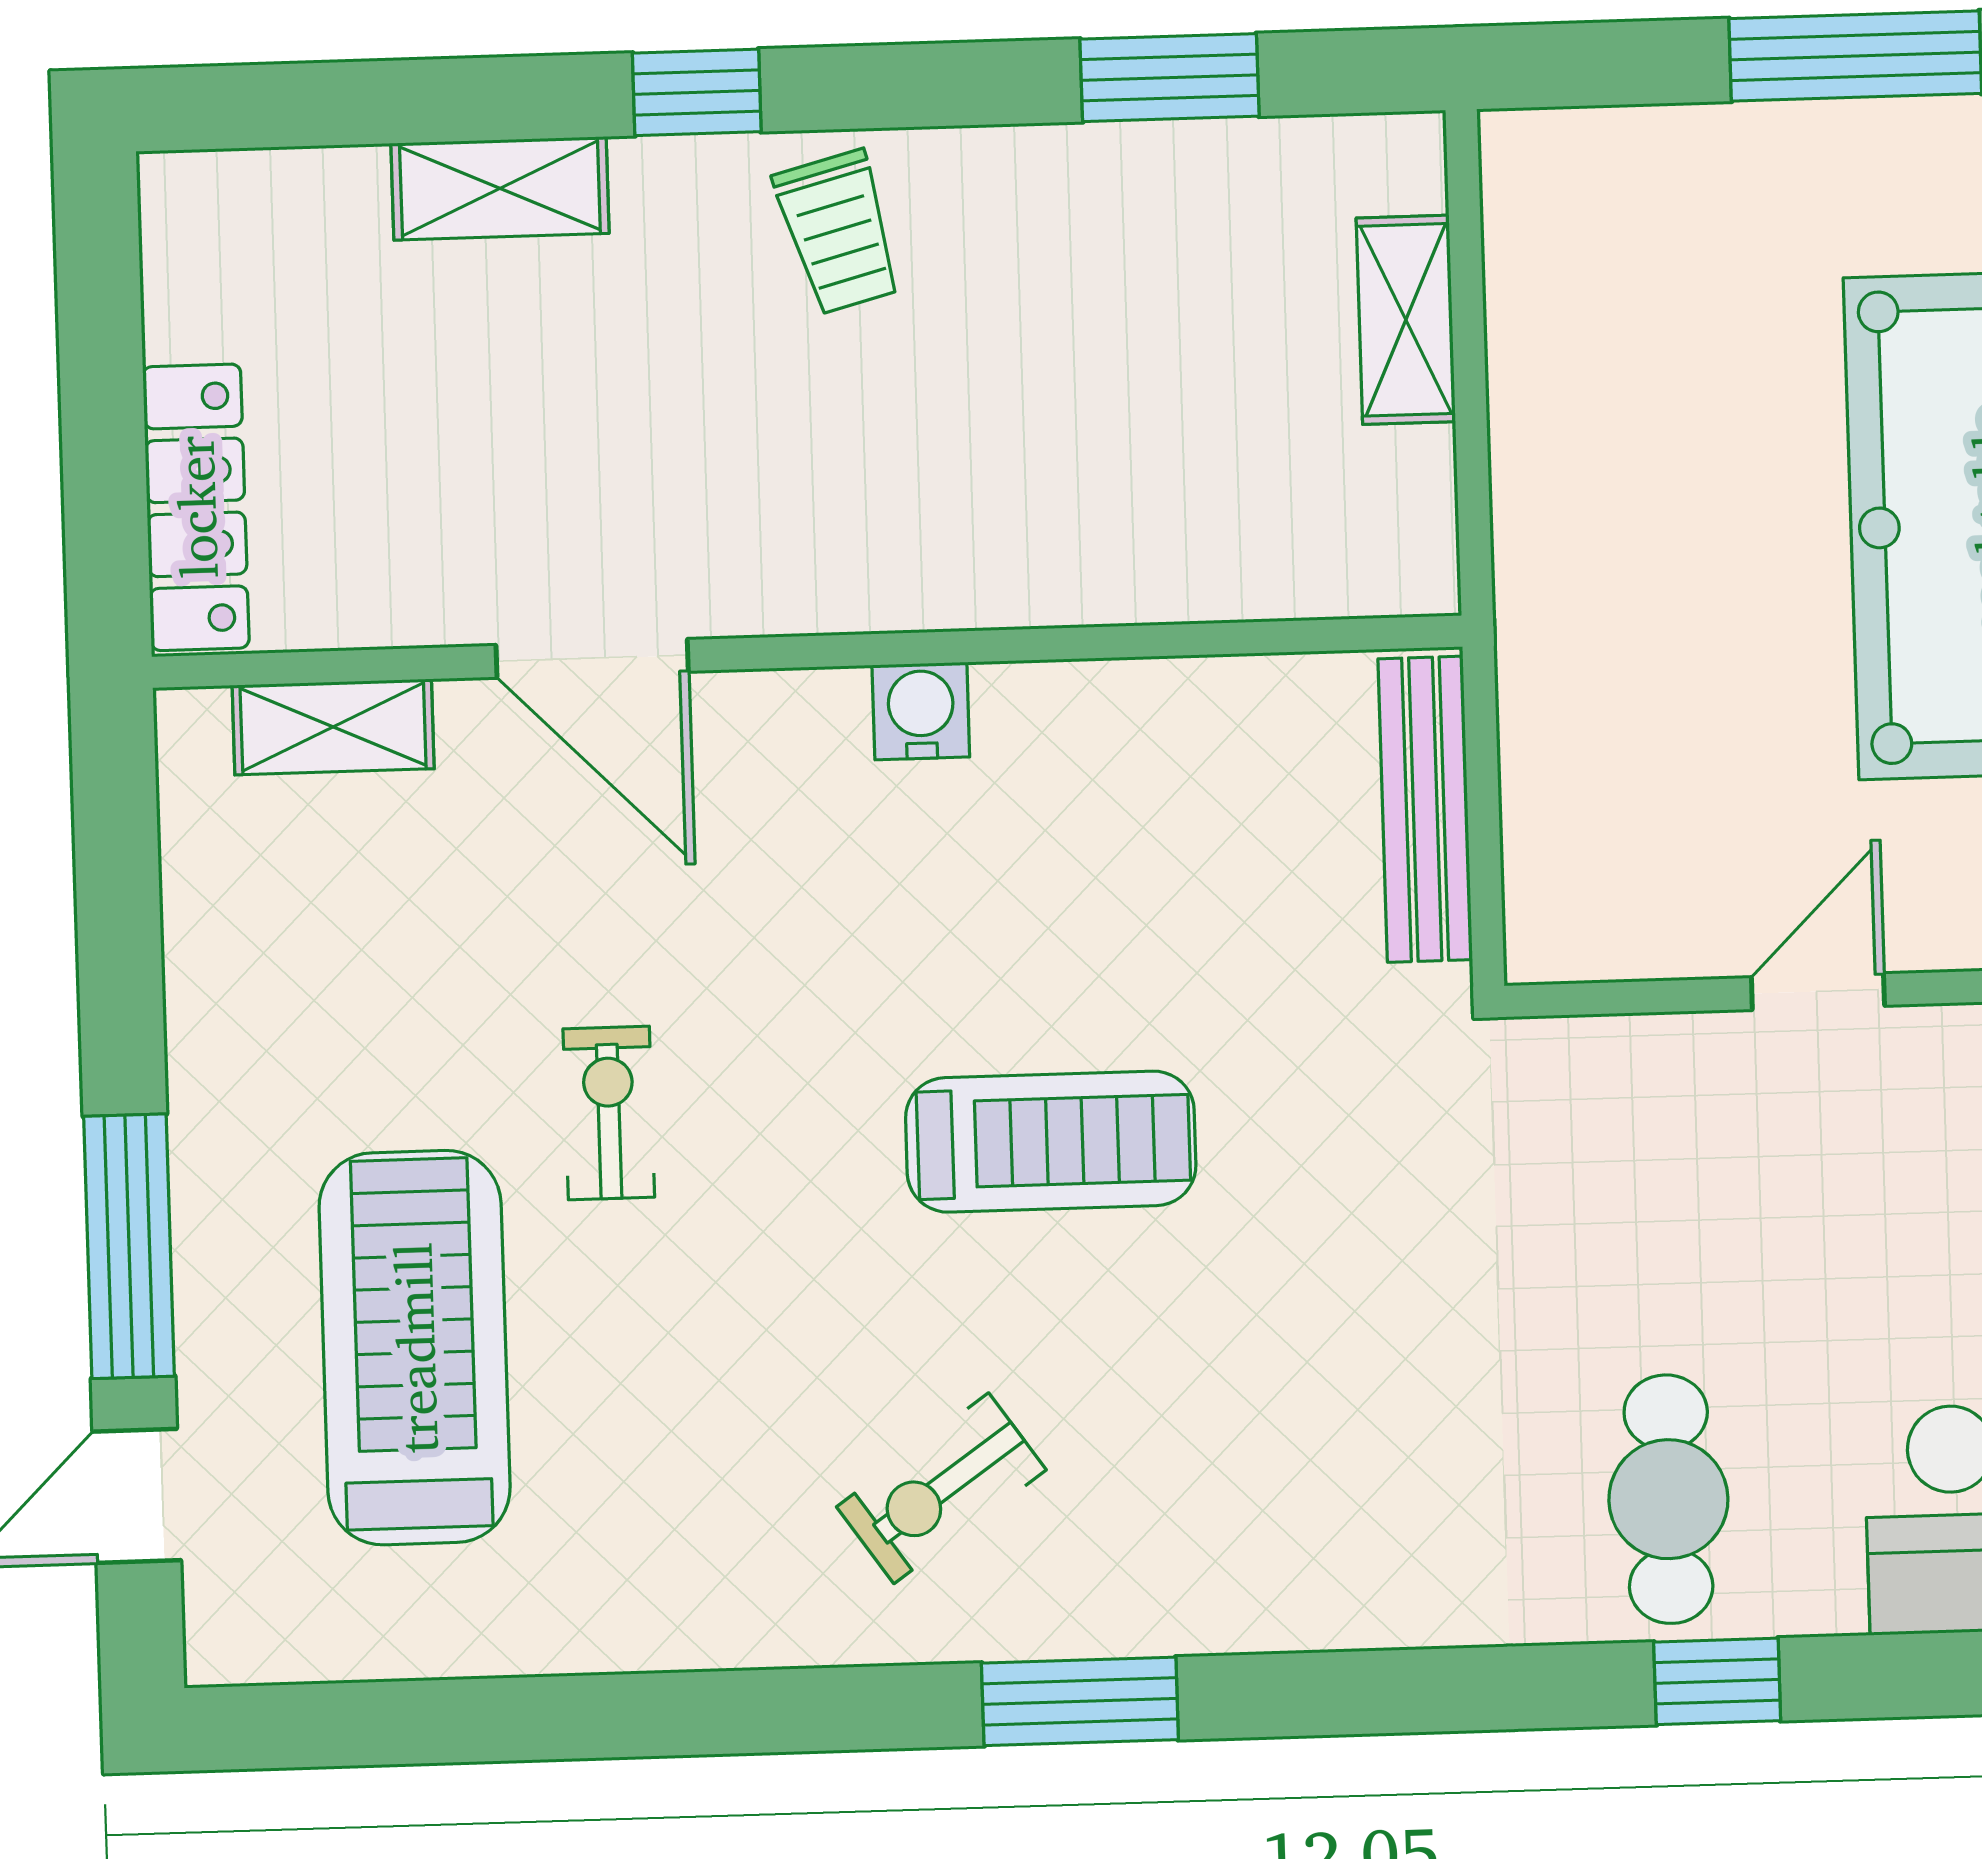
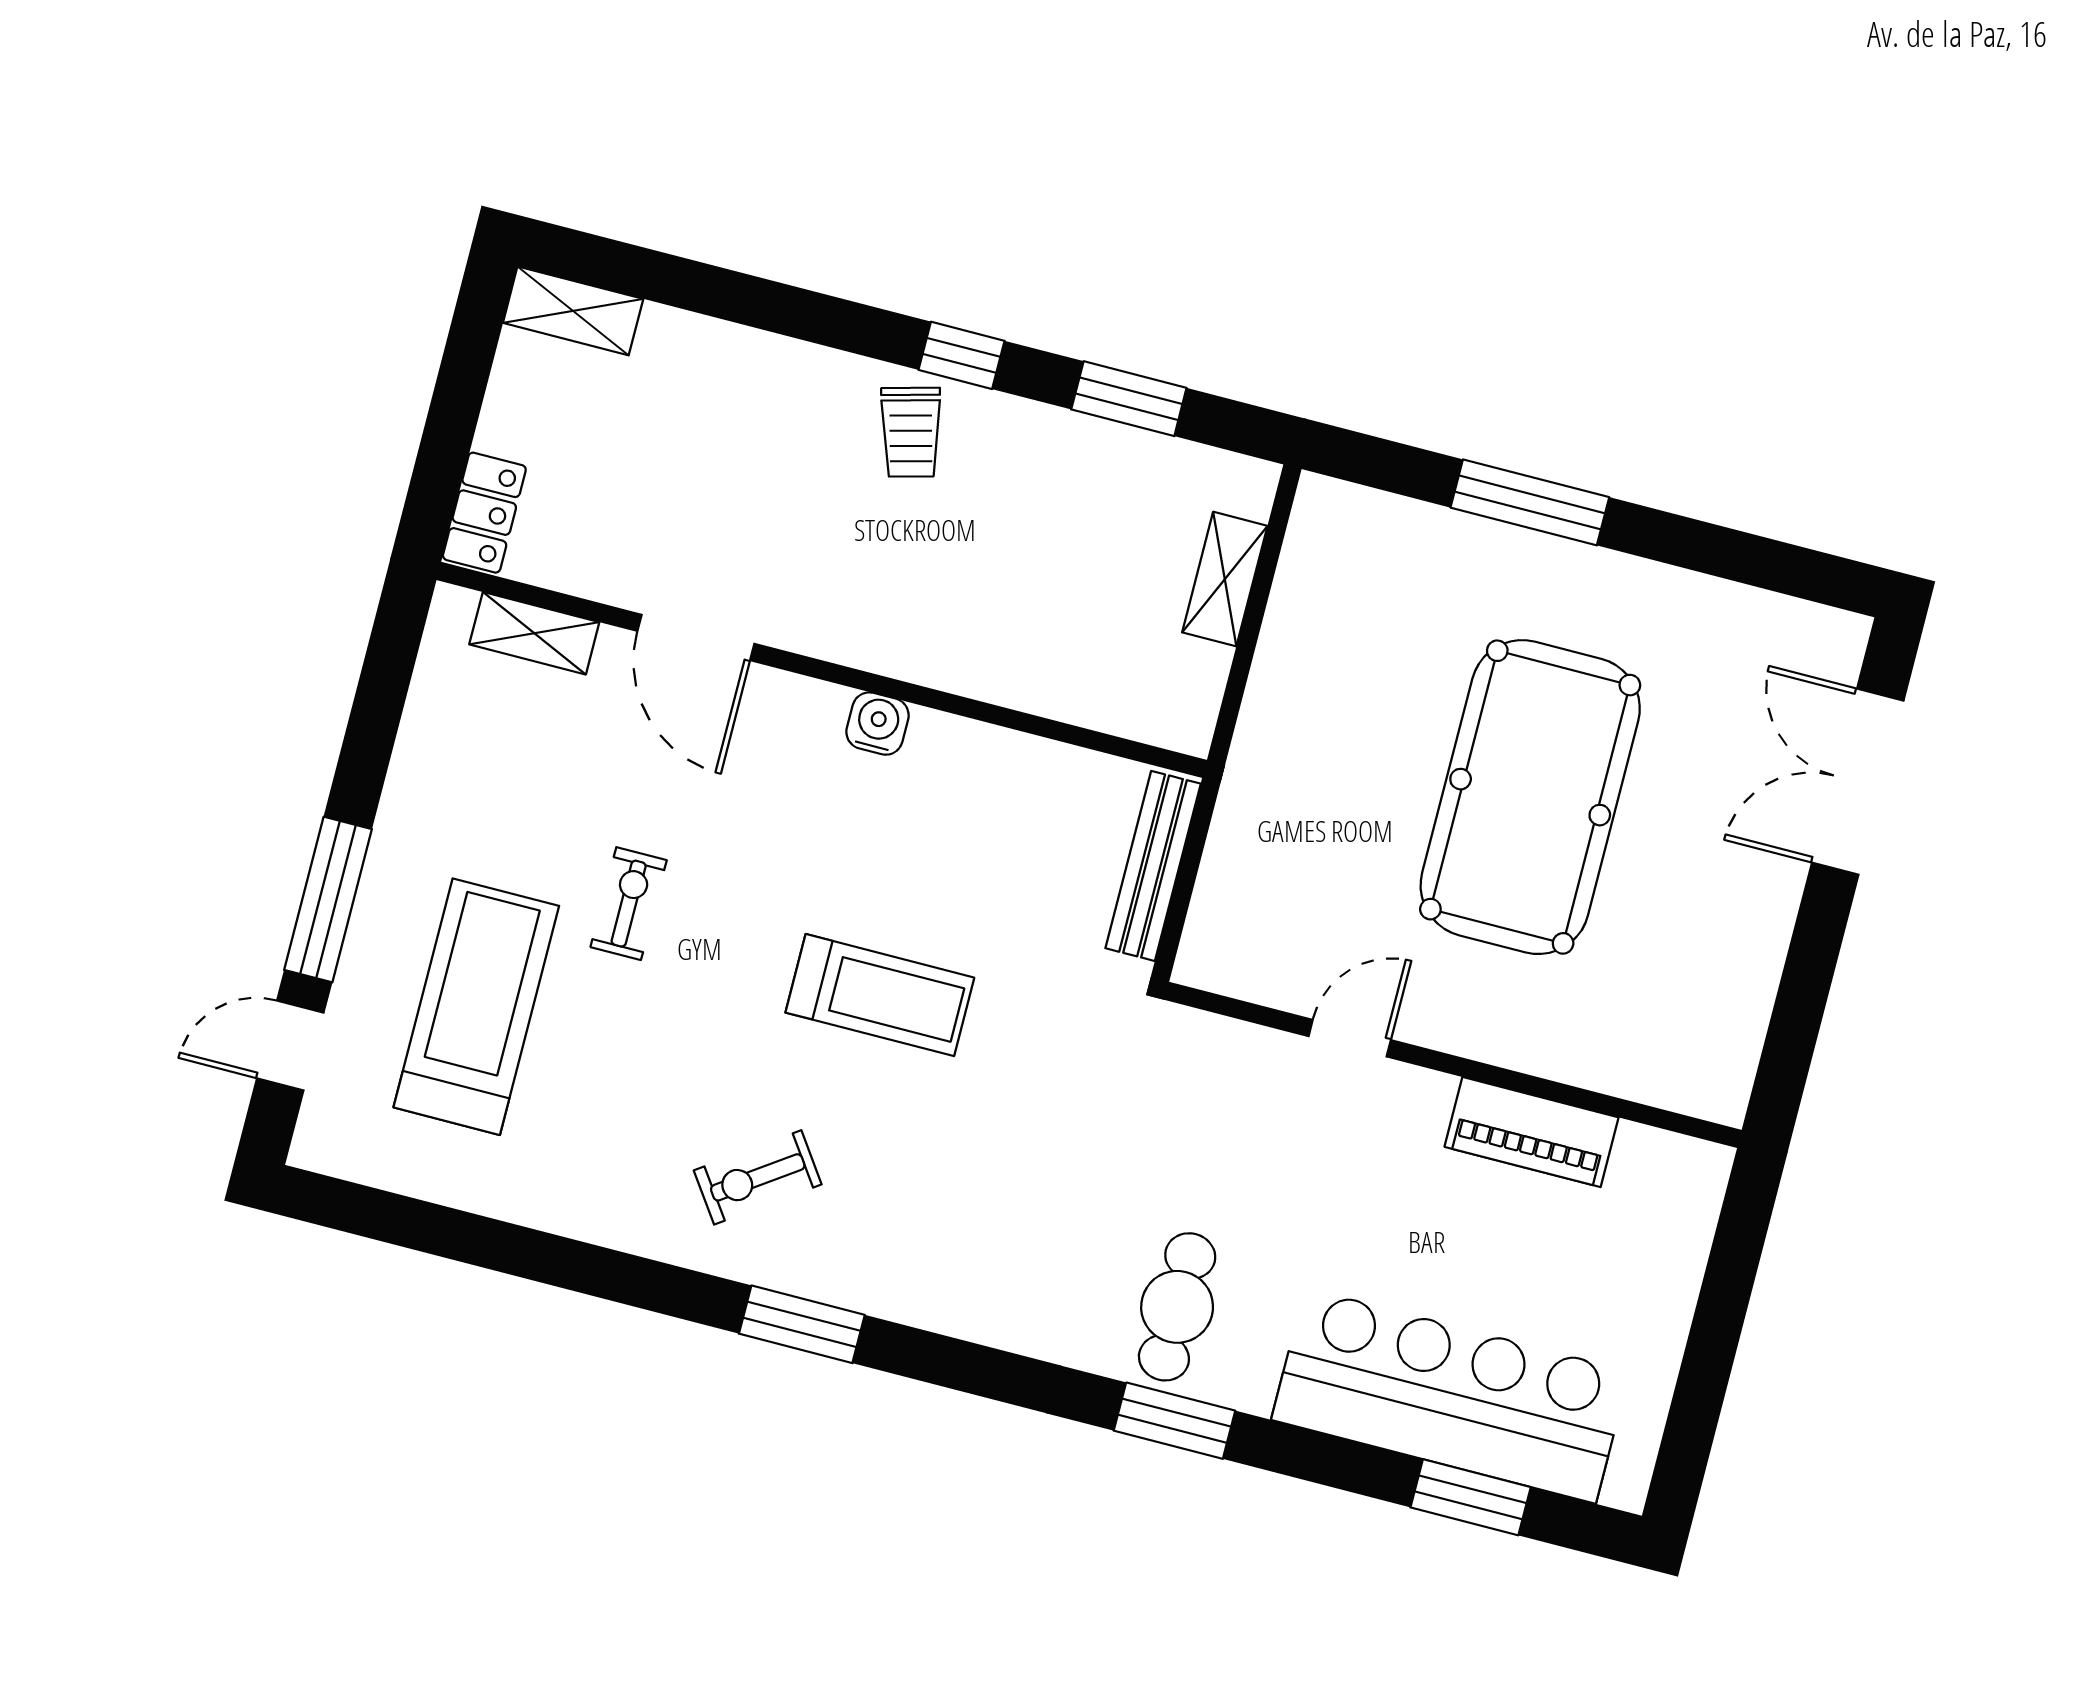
window: (697, 92) -> (962, 355), moved
shelving: (500, 188) -> (573, 311), moved
locker: (196, 507) -> (484, 513), width x0.66
window: (1717, 1681) -> (1174, 1421), width x1.50

